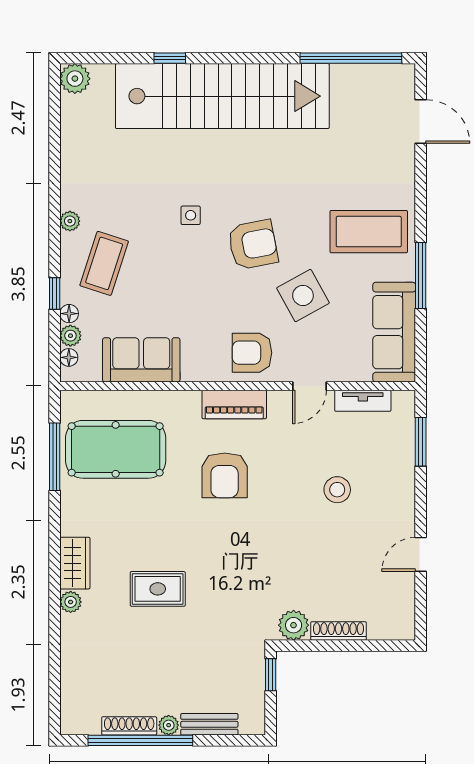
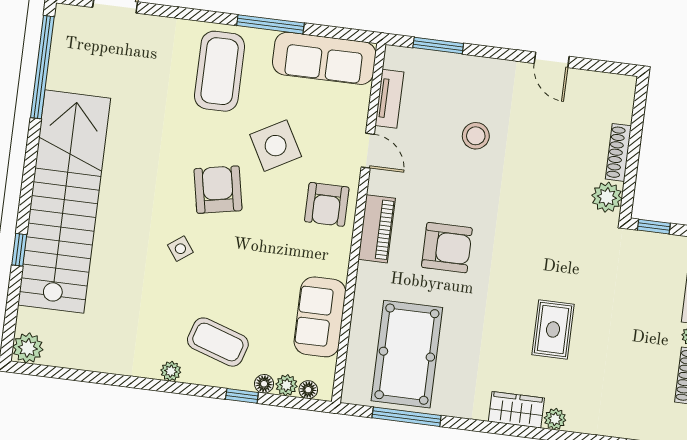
side table: (191, 215) -> (180, 249), turned -36

